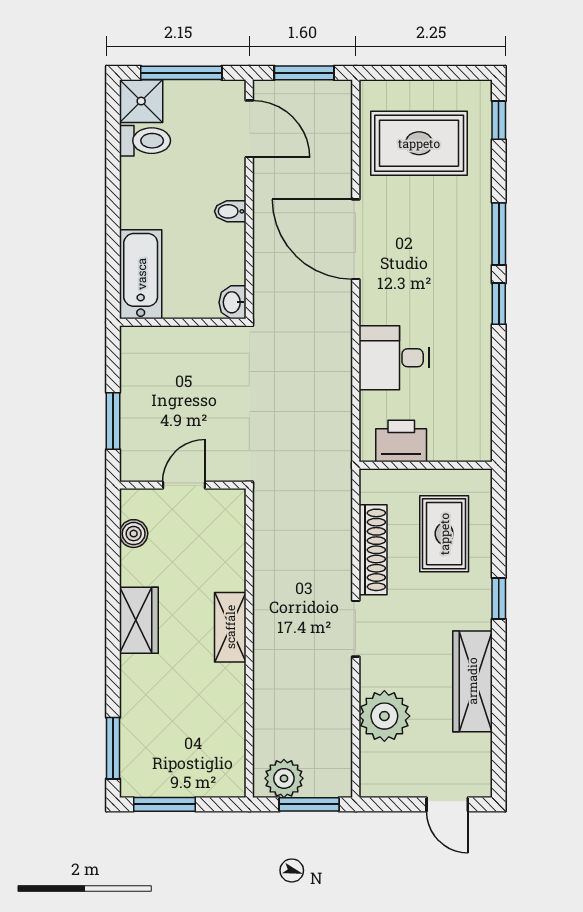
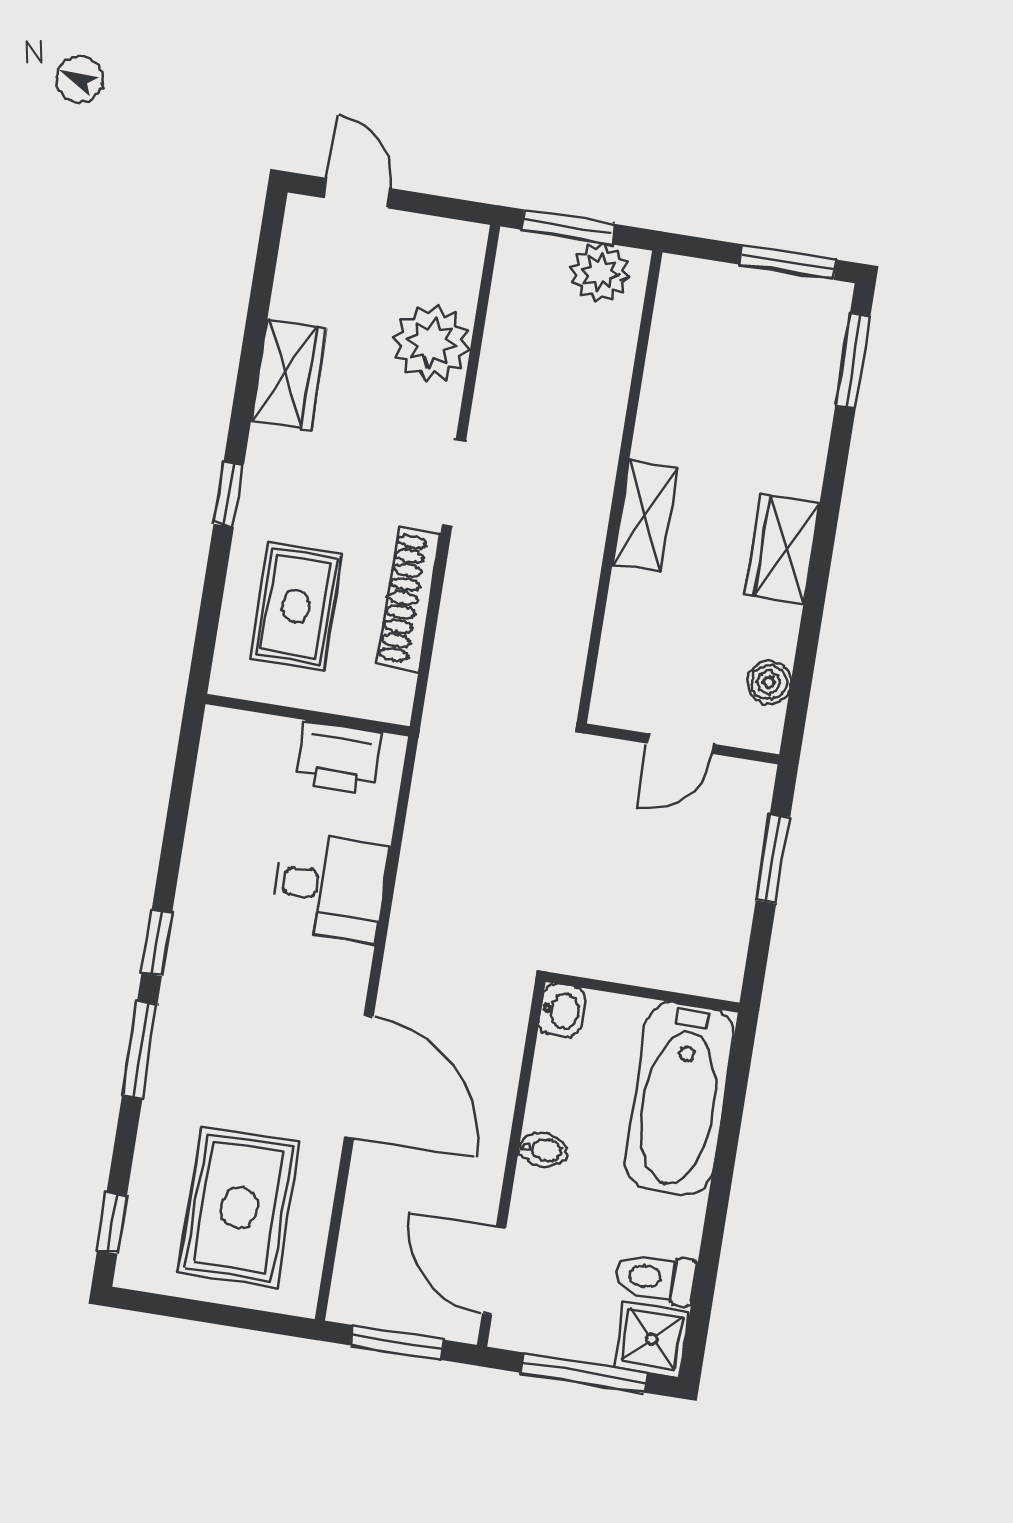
rug: (419, 143) -> (239, 1207), turned 90
bathtub: (141, 274) -> (679, 1098), width x1.36, depth x1.36
wardrobe: (472, 681) -> (289, 374), width x0.67

